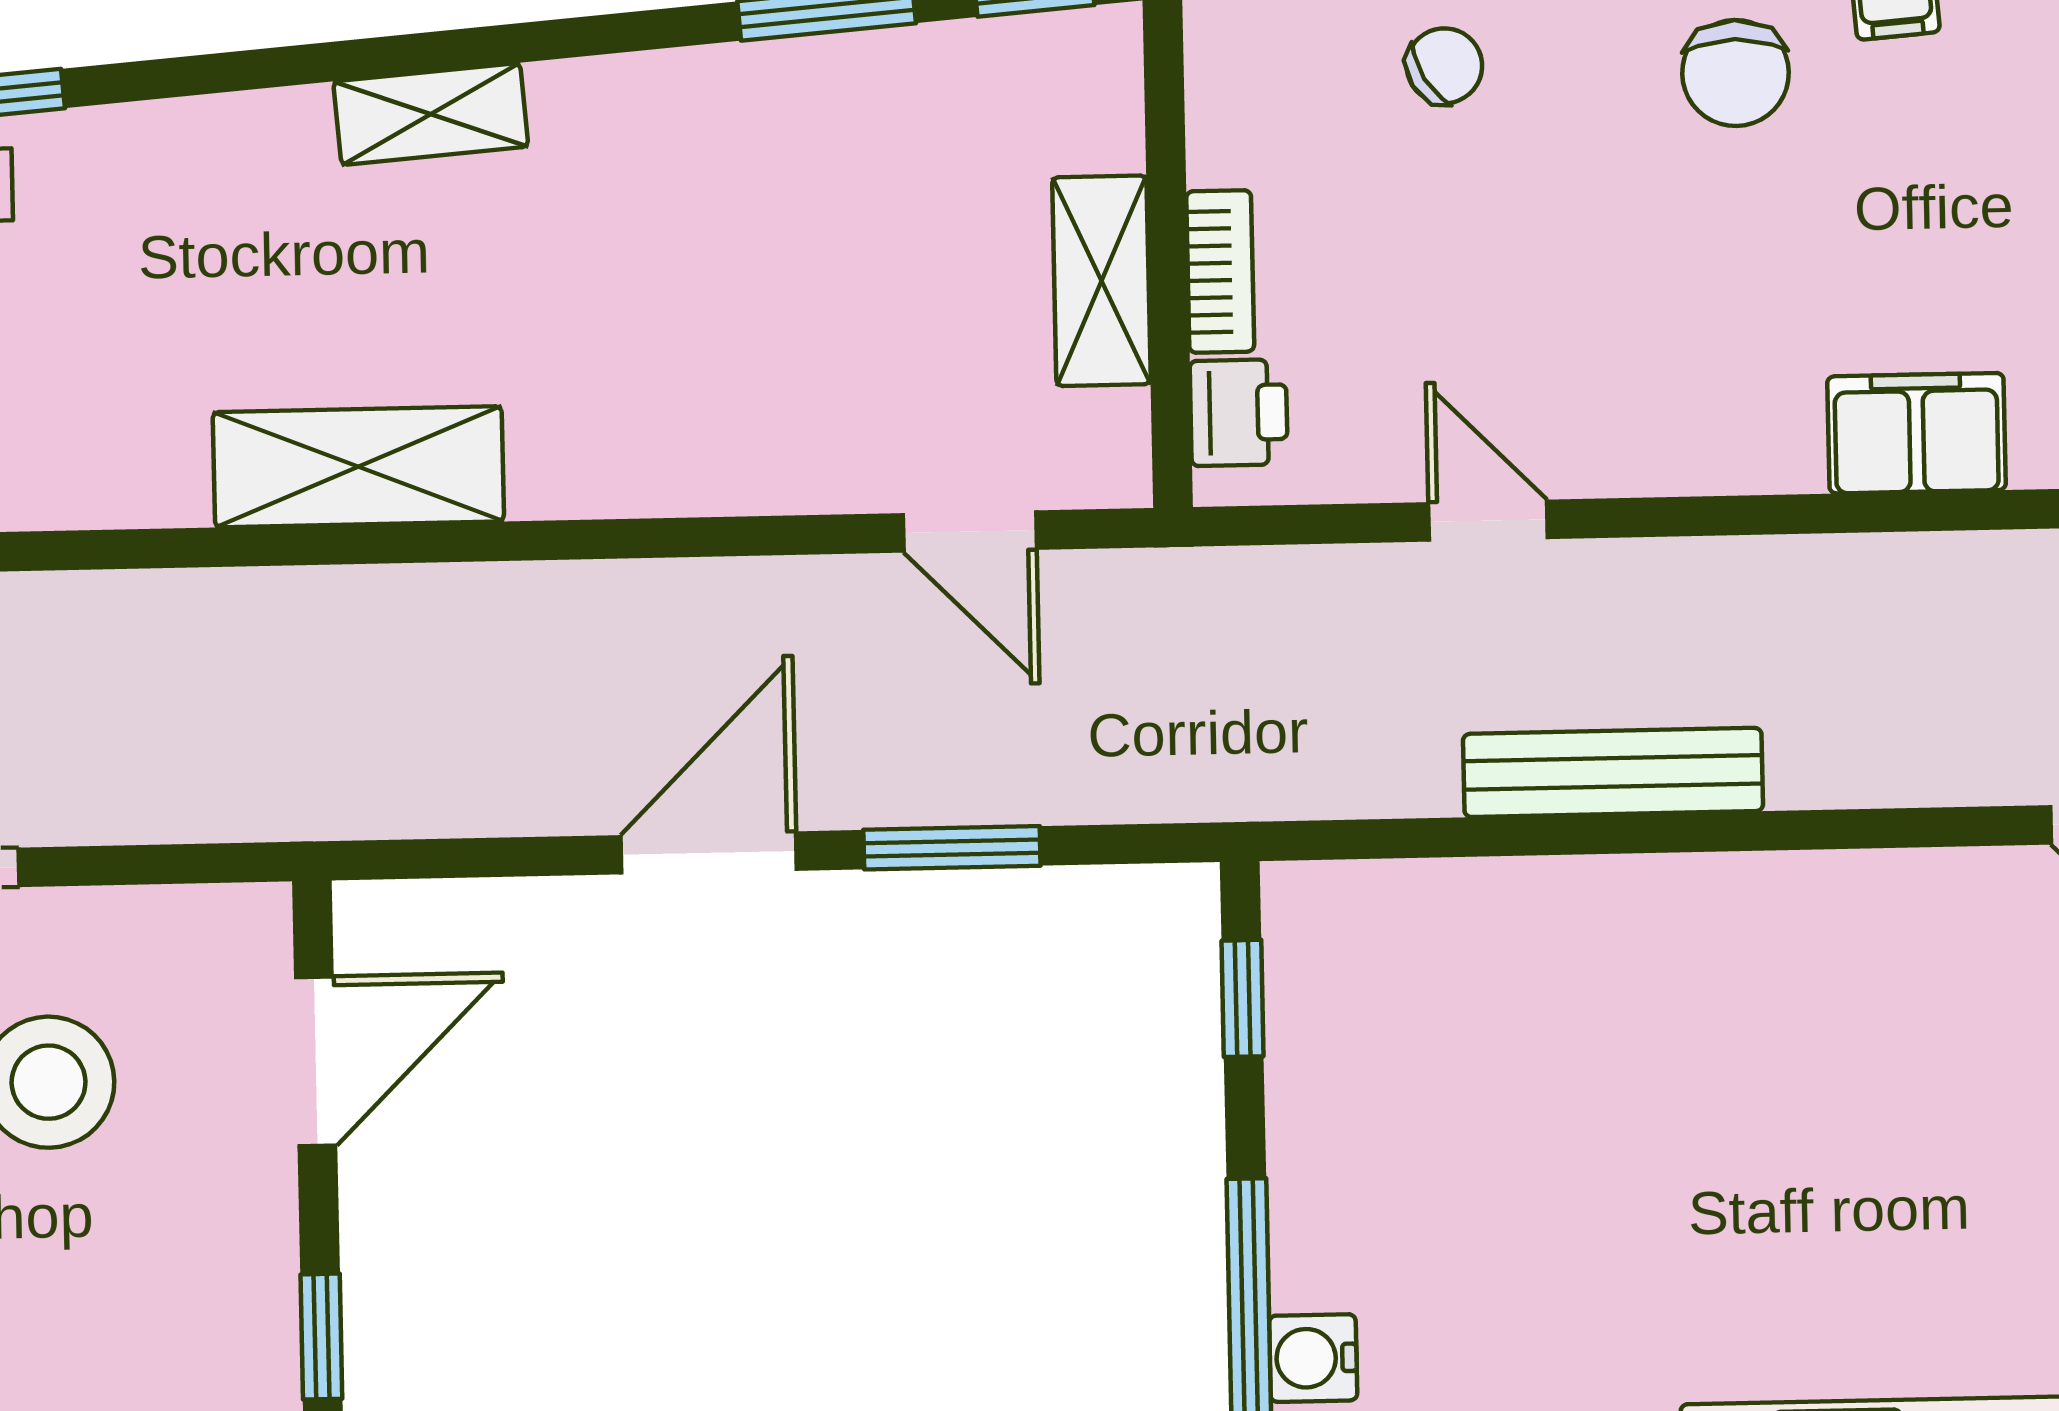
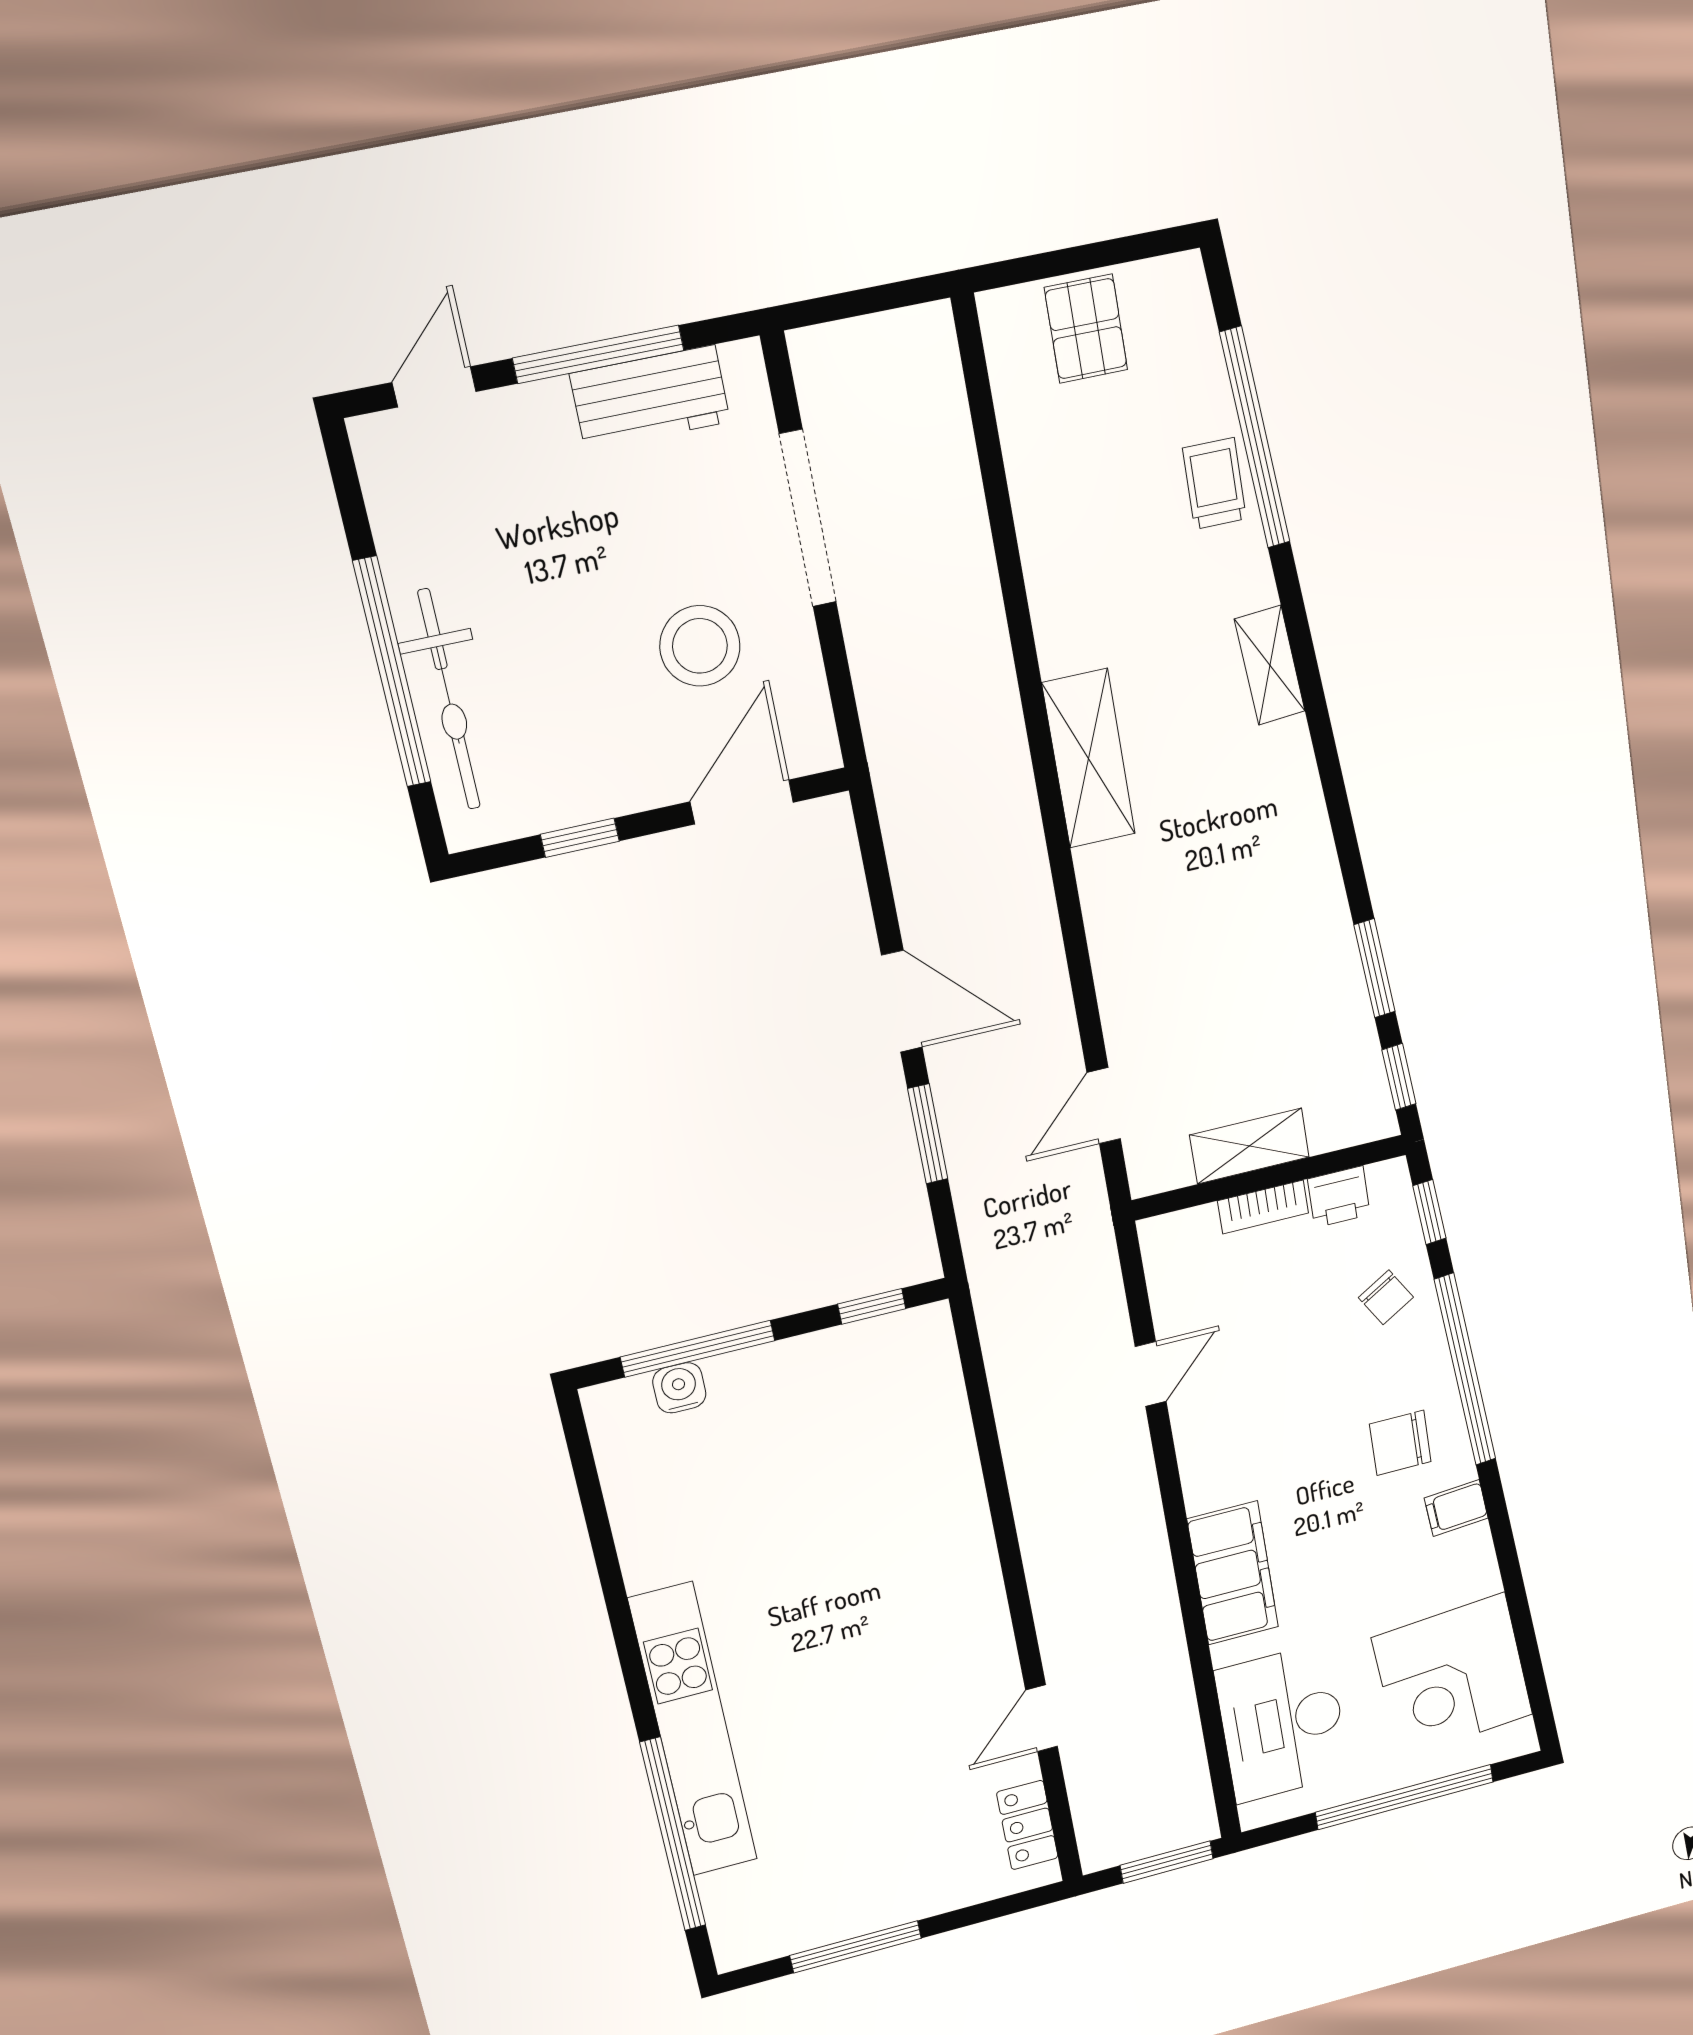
shelving: (431, 114) -> (1270, 665), moved
printer: (1239, 413) -> (1339, 1197), moved
filing cabinet: (1917, 433) -> (1233, 1573), width x1.50, depth x1.17
bench: (1613, 772) -> (1027, 1468), removed
door: (316, 1061) -> (742, 802), swing flipped

